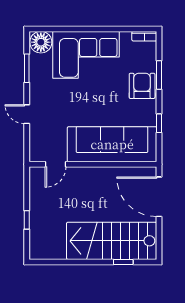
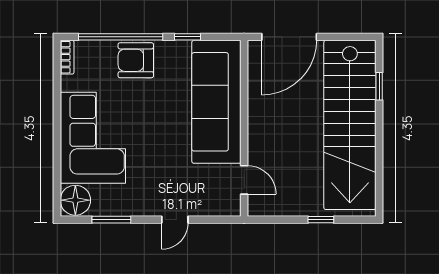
window: (159, 75) -> (121, 37), width x2.11
stairs: (112, 241) -> (350, 125), width x1.36

